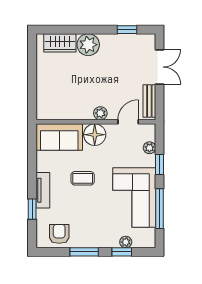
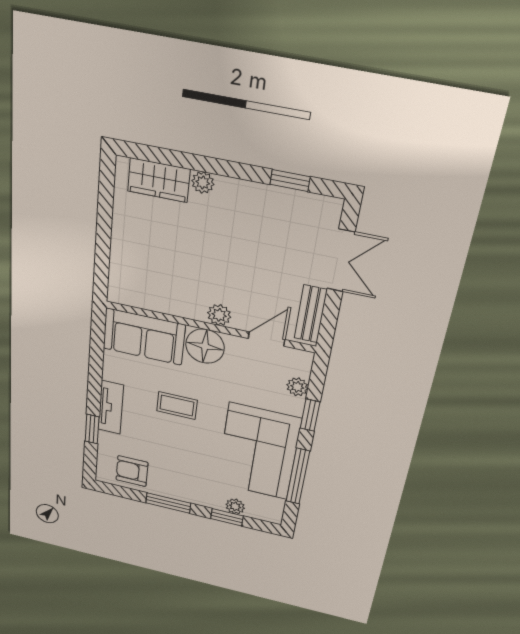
plant: (88, 45) -> (203, 182), width x0.53, depth x0.53
armchair: (59, 234) -> (132, 471), turned -90

